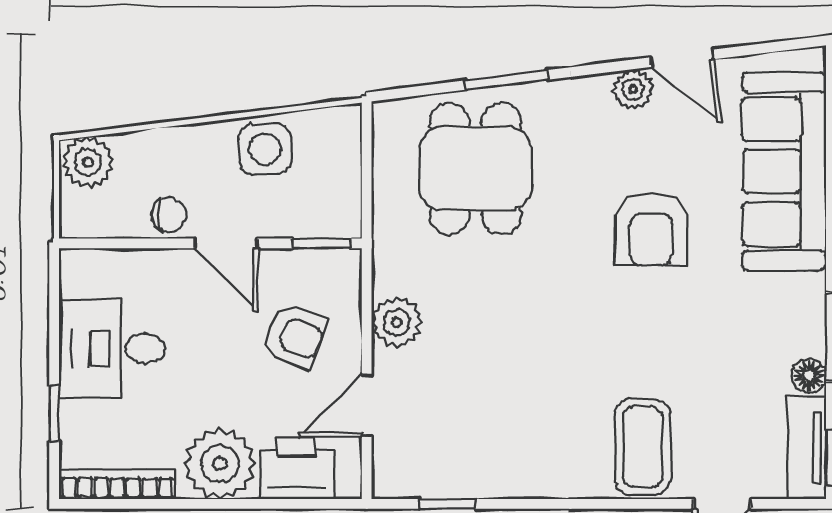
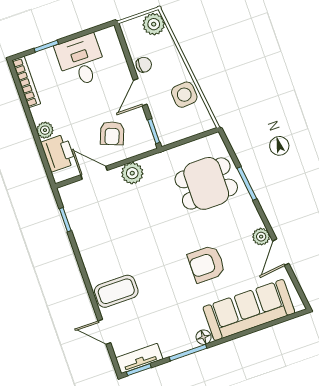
chair: (169, 215) -> (144, 65), turned -90
floor lamp: (809, 376) -> (204, 337), moved
plant: (220, 463) -> (45, 130), width x0.53, depth x0.53

